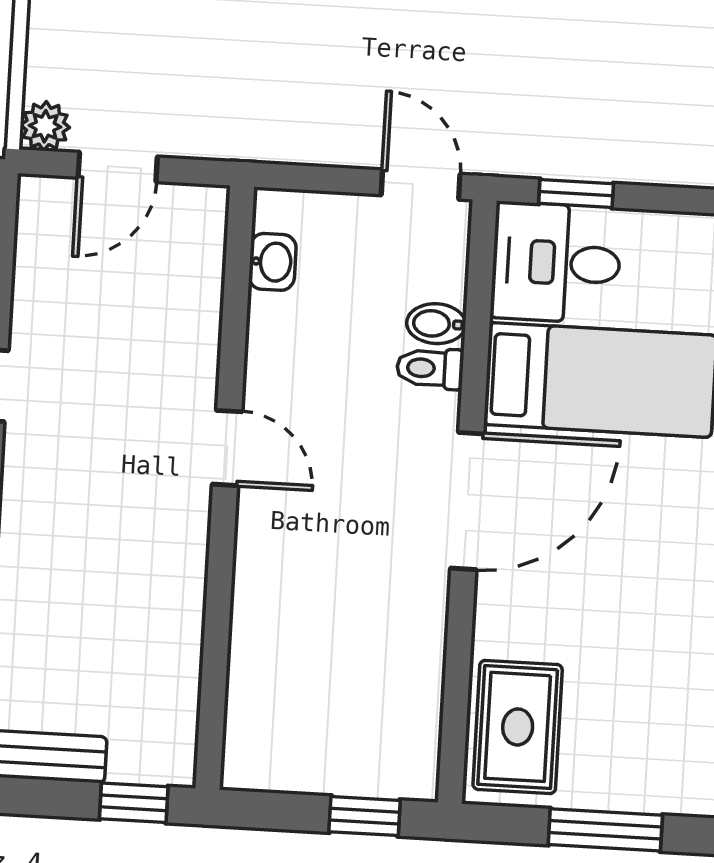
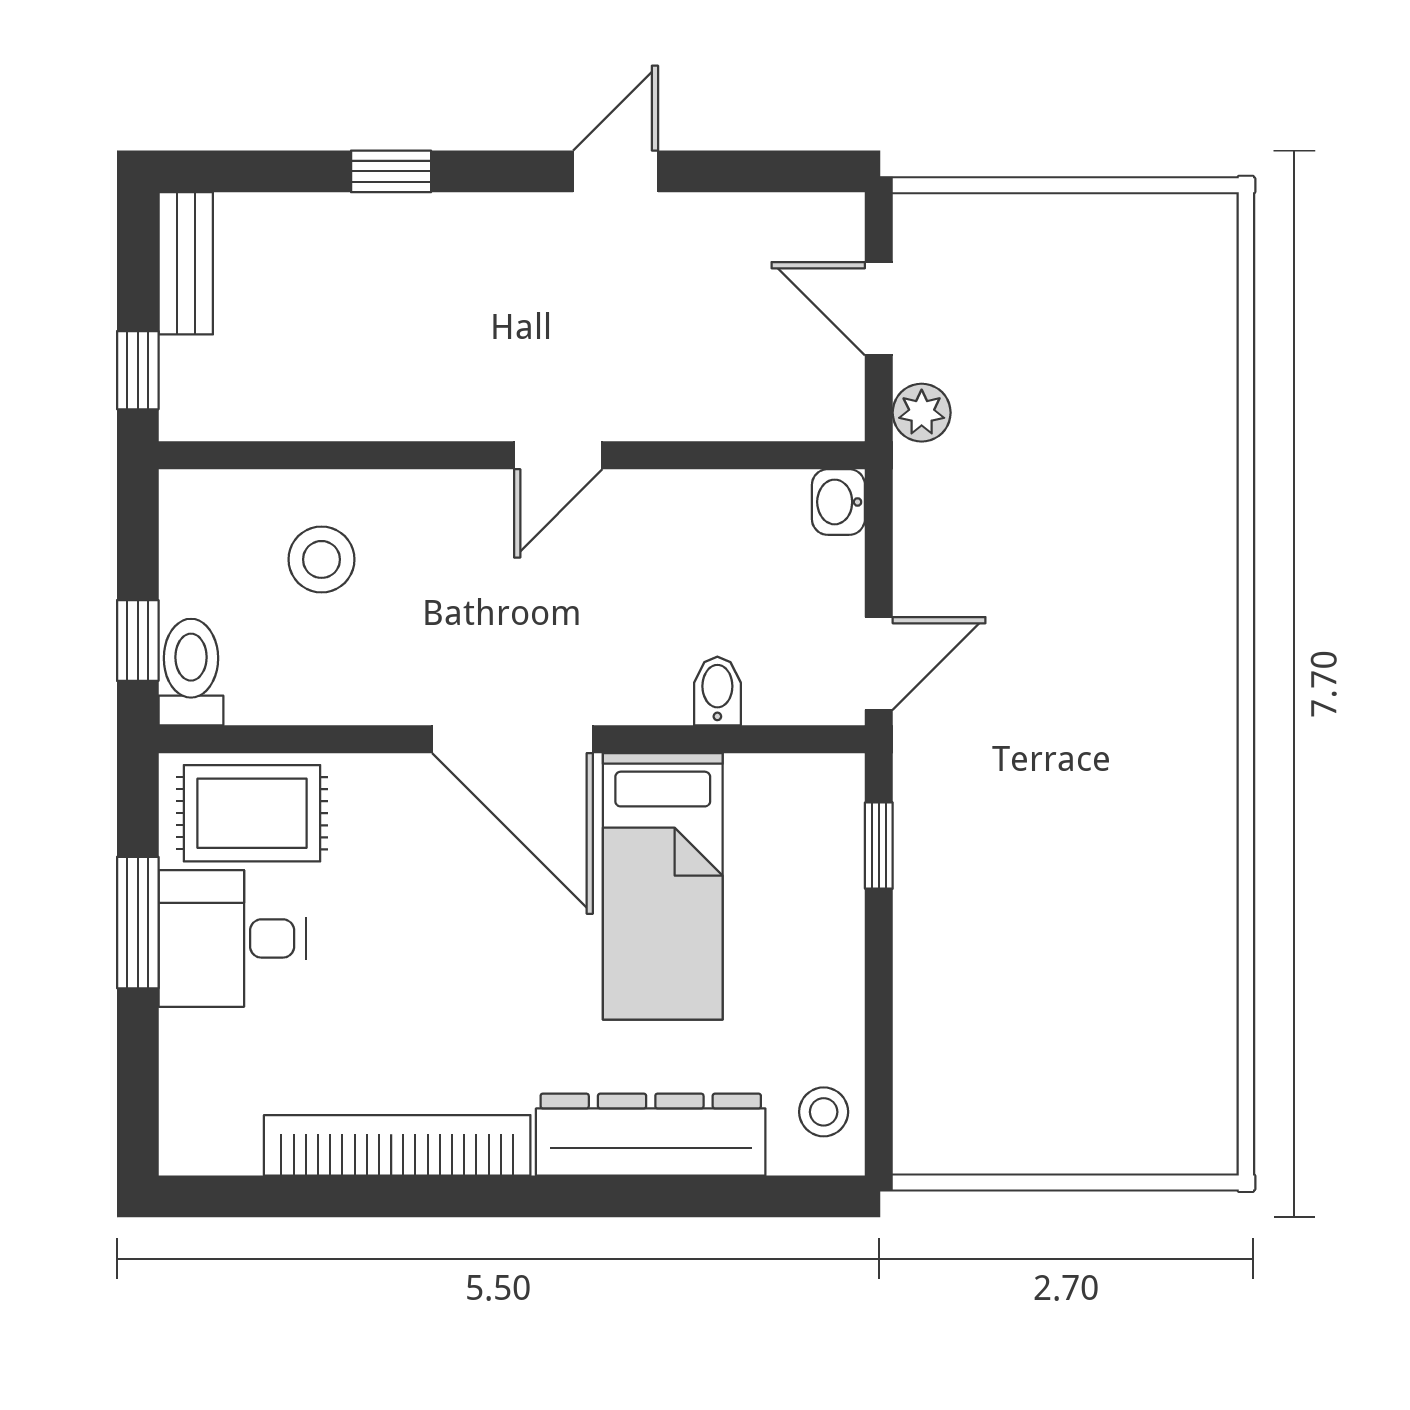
plant: (45, 126) -> (922, 413), moved
washbasin: (272, 262) -> (838, 502), moved, turned 90
desk: (556, 263) -> (232, 938), moved, turned -90
toilet: (430, 368) -> (191, 672), moved, width x1.37, depth x1.39
stool: (304, 655) -> (322, 559), added

